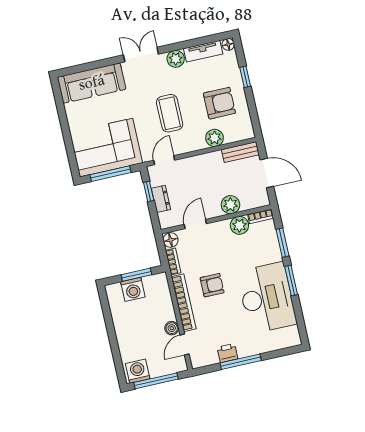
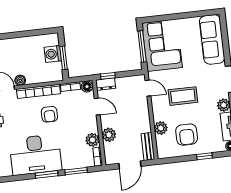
window: (149, 191) -> (108, 76), moved
dresser: (161, 199) -> (106, 84), moved

